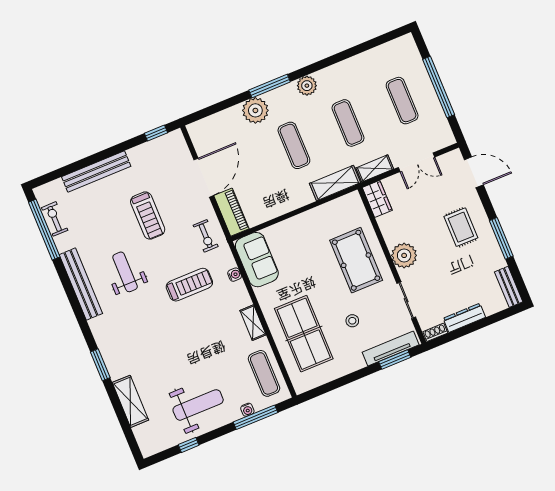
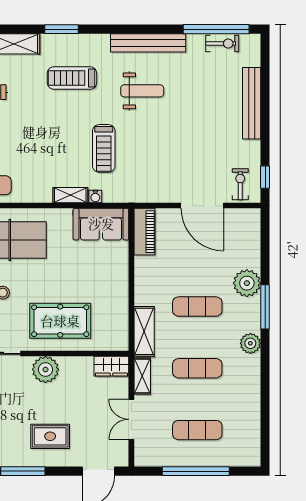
piano: (231, 212) -> (145, 232), moved, turned -90
treadmill: (148, 216) -> (72, 78), moved
exercise bike: (206, 236) -> (240, 184), moved, turned 90
shelving: (253, 323) -> (70, 195), moved

